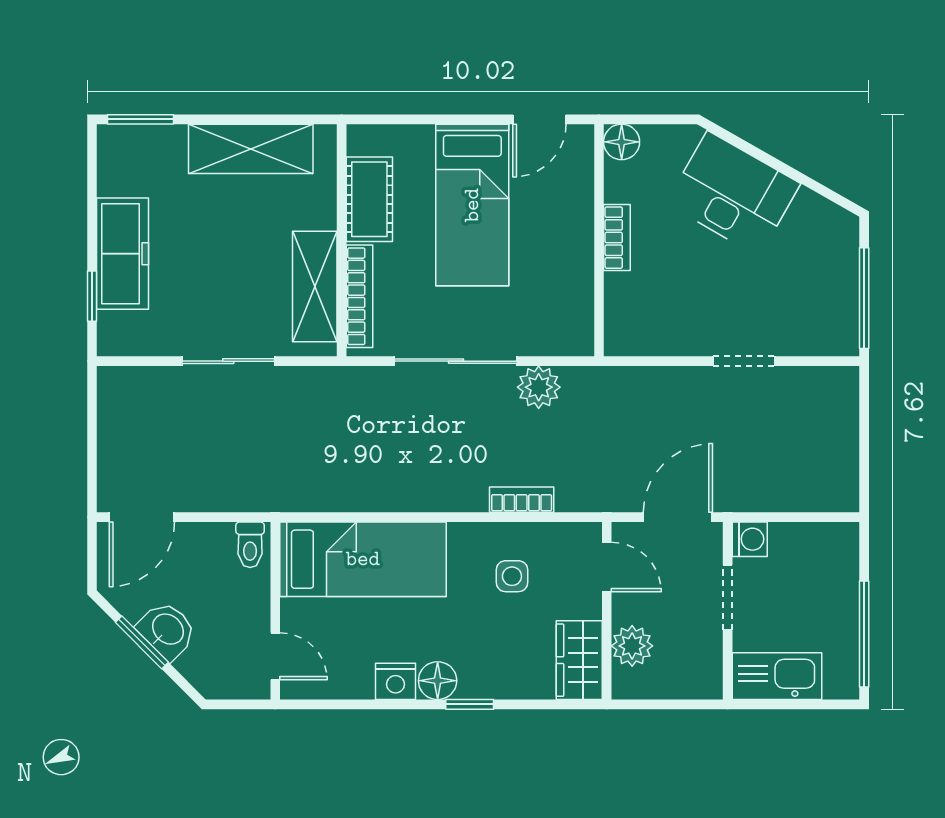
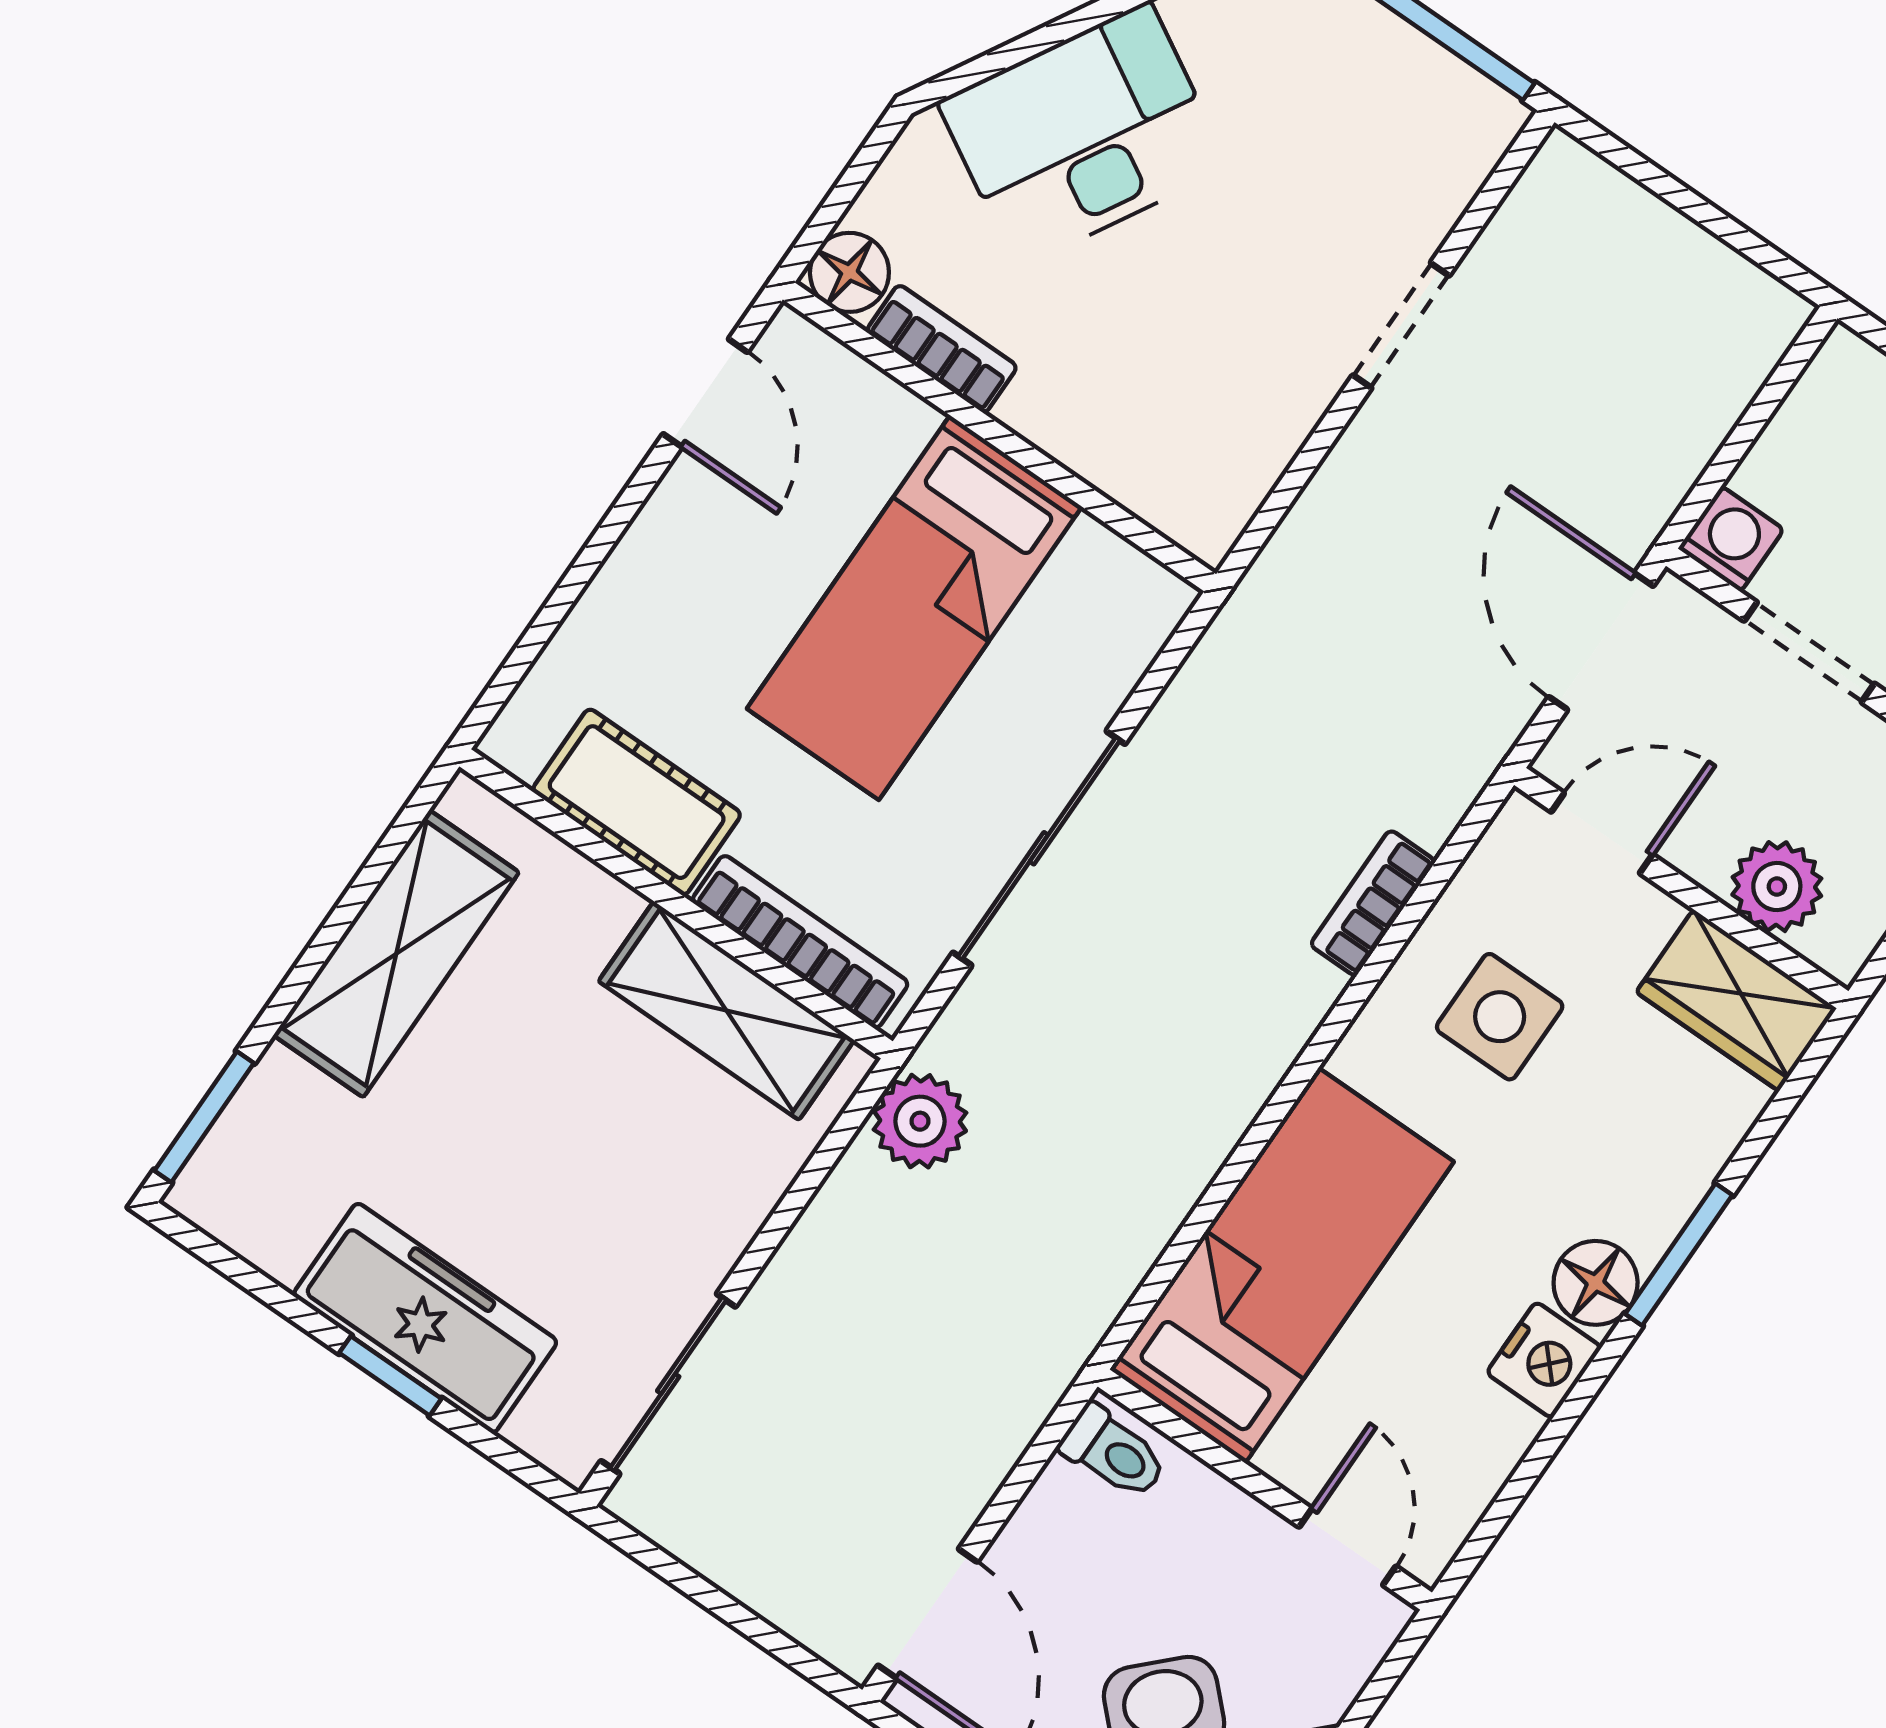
bed: (472, 205) -> (914, 608), moved, turned 90
bookcase: (617, 238) -> (942, 349), moved
window: (92, 296) -> (390, 1376), moved
sliding door: (228, 361) -> (668, 1384), moved
plant: (539, 387) -> (920, 1121), moved
side table: (512, 576) -> (1500, 1017), width x1.37, depth x1.37
door: (275, 656) -> (1347, 1547), hinge flipped
window: (470, 704) -> (1679, 1255), width x1.50

